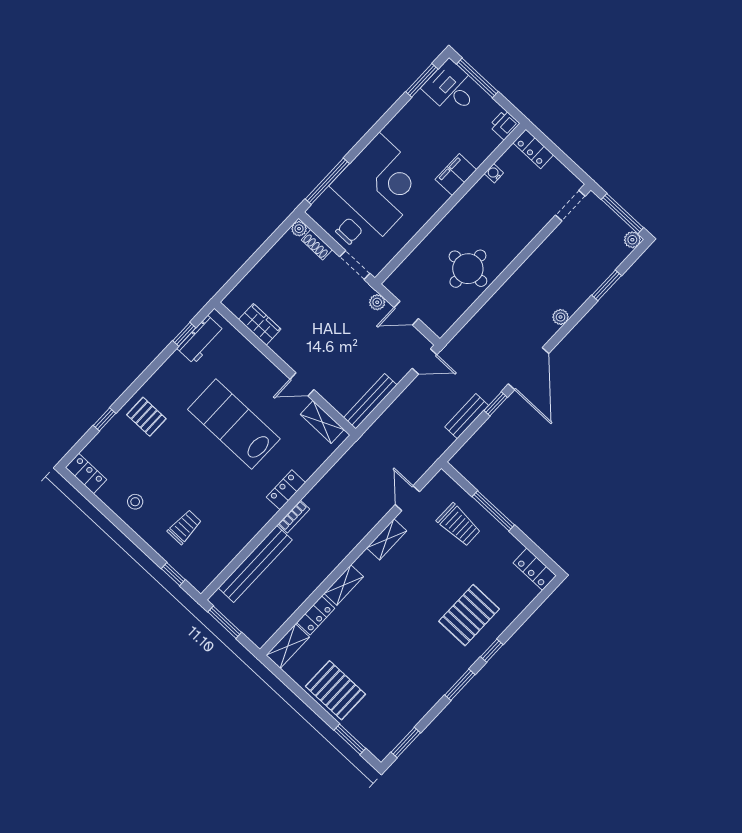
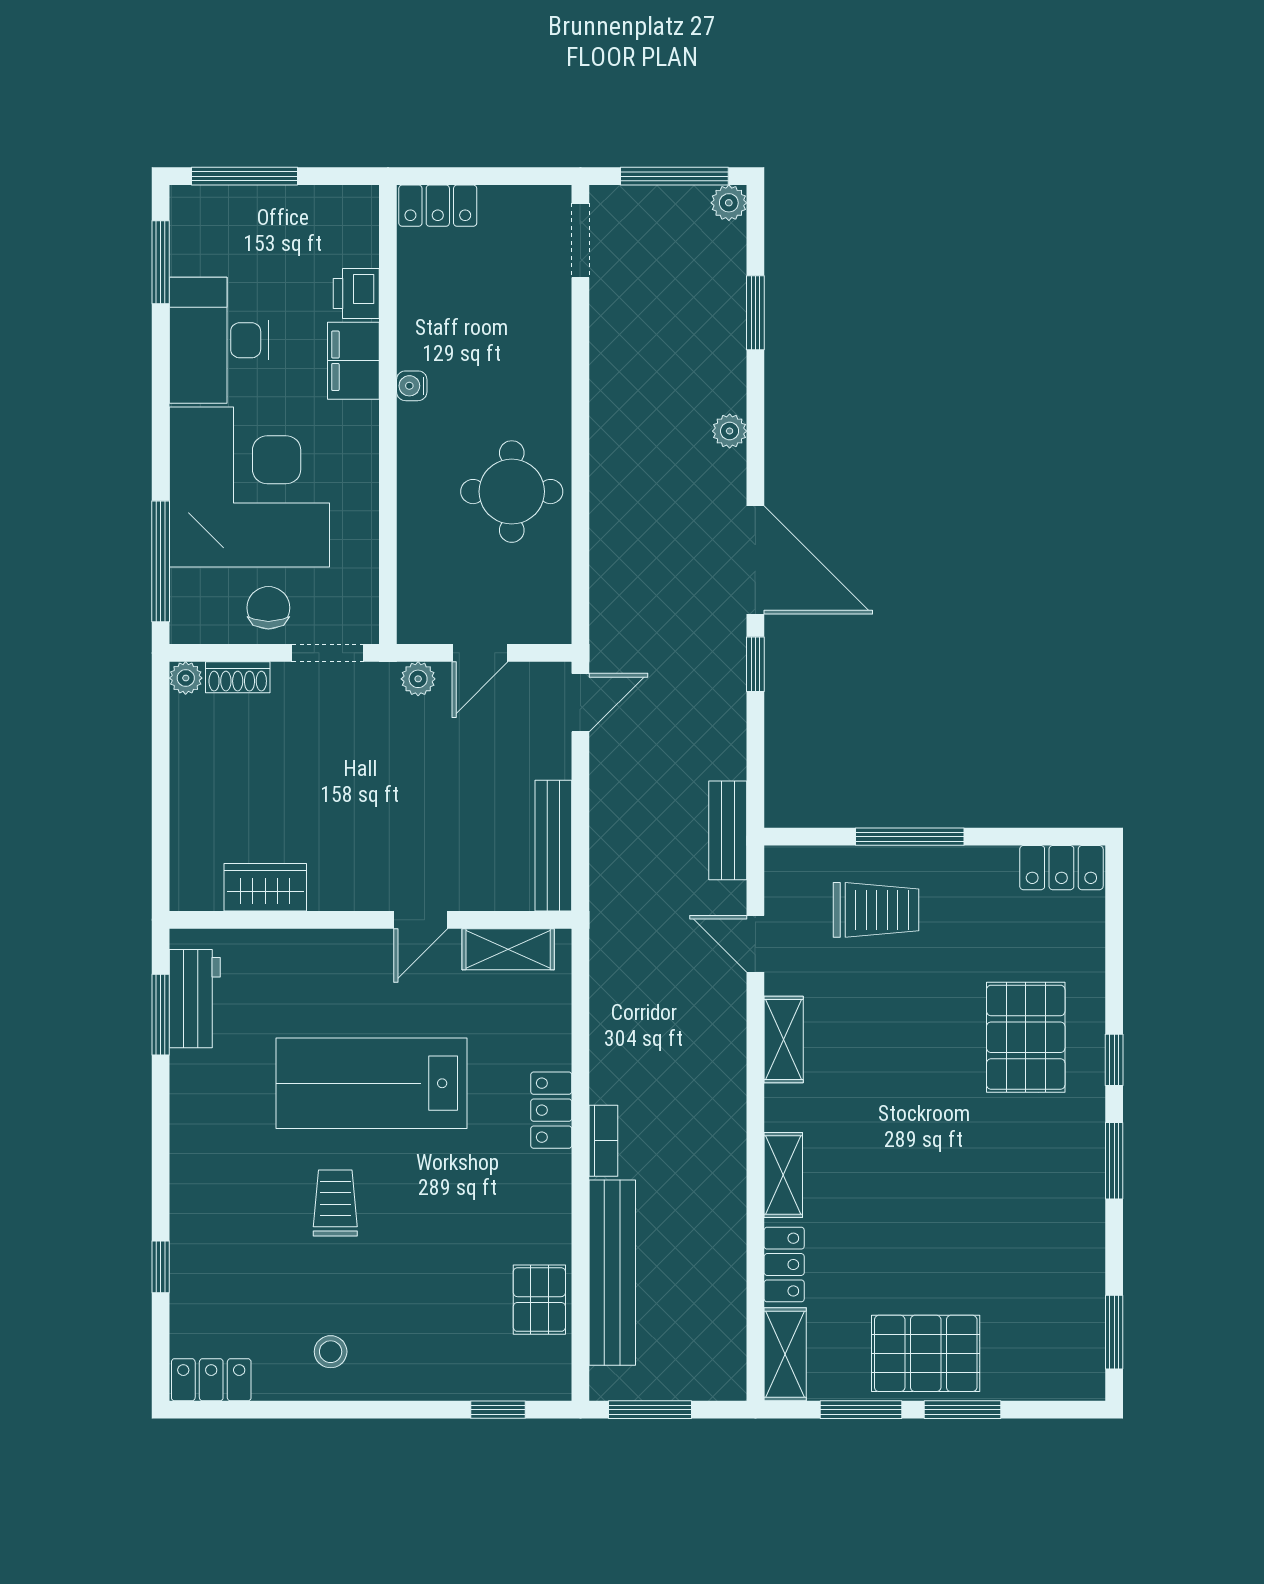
desk: (451, 88) -> (219, 340), moved, width x1.37
printer: (504, 125) -> (356, 293), moved
water cooler: (494, 173) -> (412, 386), moved
window: (184, 334) -> (161, 1015), width x1.50
bench: (467, 416) -> (728, 830), moved
pallet: (146, 417) -> (539, 1300), moved, turned 90
trolley: (184, 527) -> (335, 1203), moved
window: (296, 689) -> (861, 1410), added
window: (350, 739) -> (963, 1410), moved

